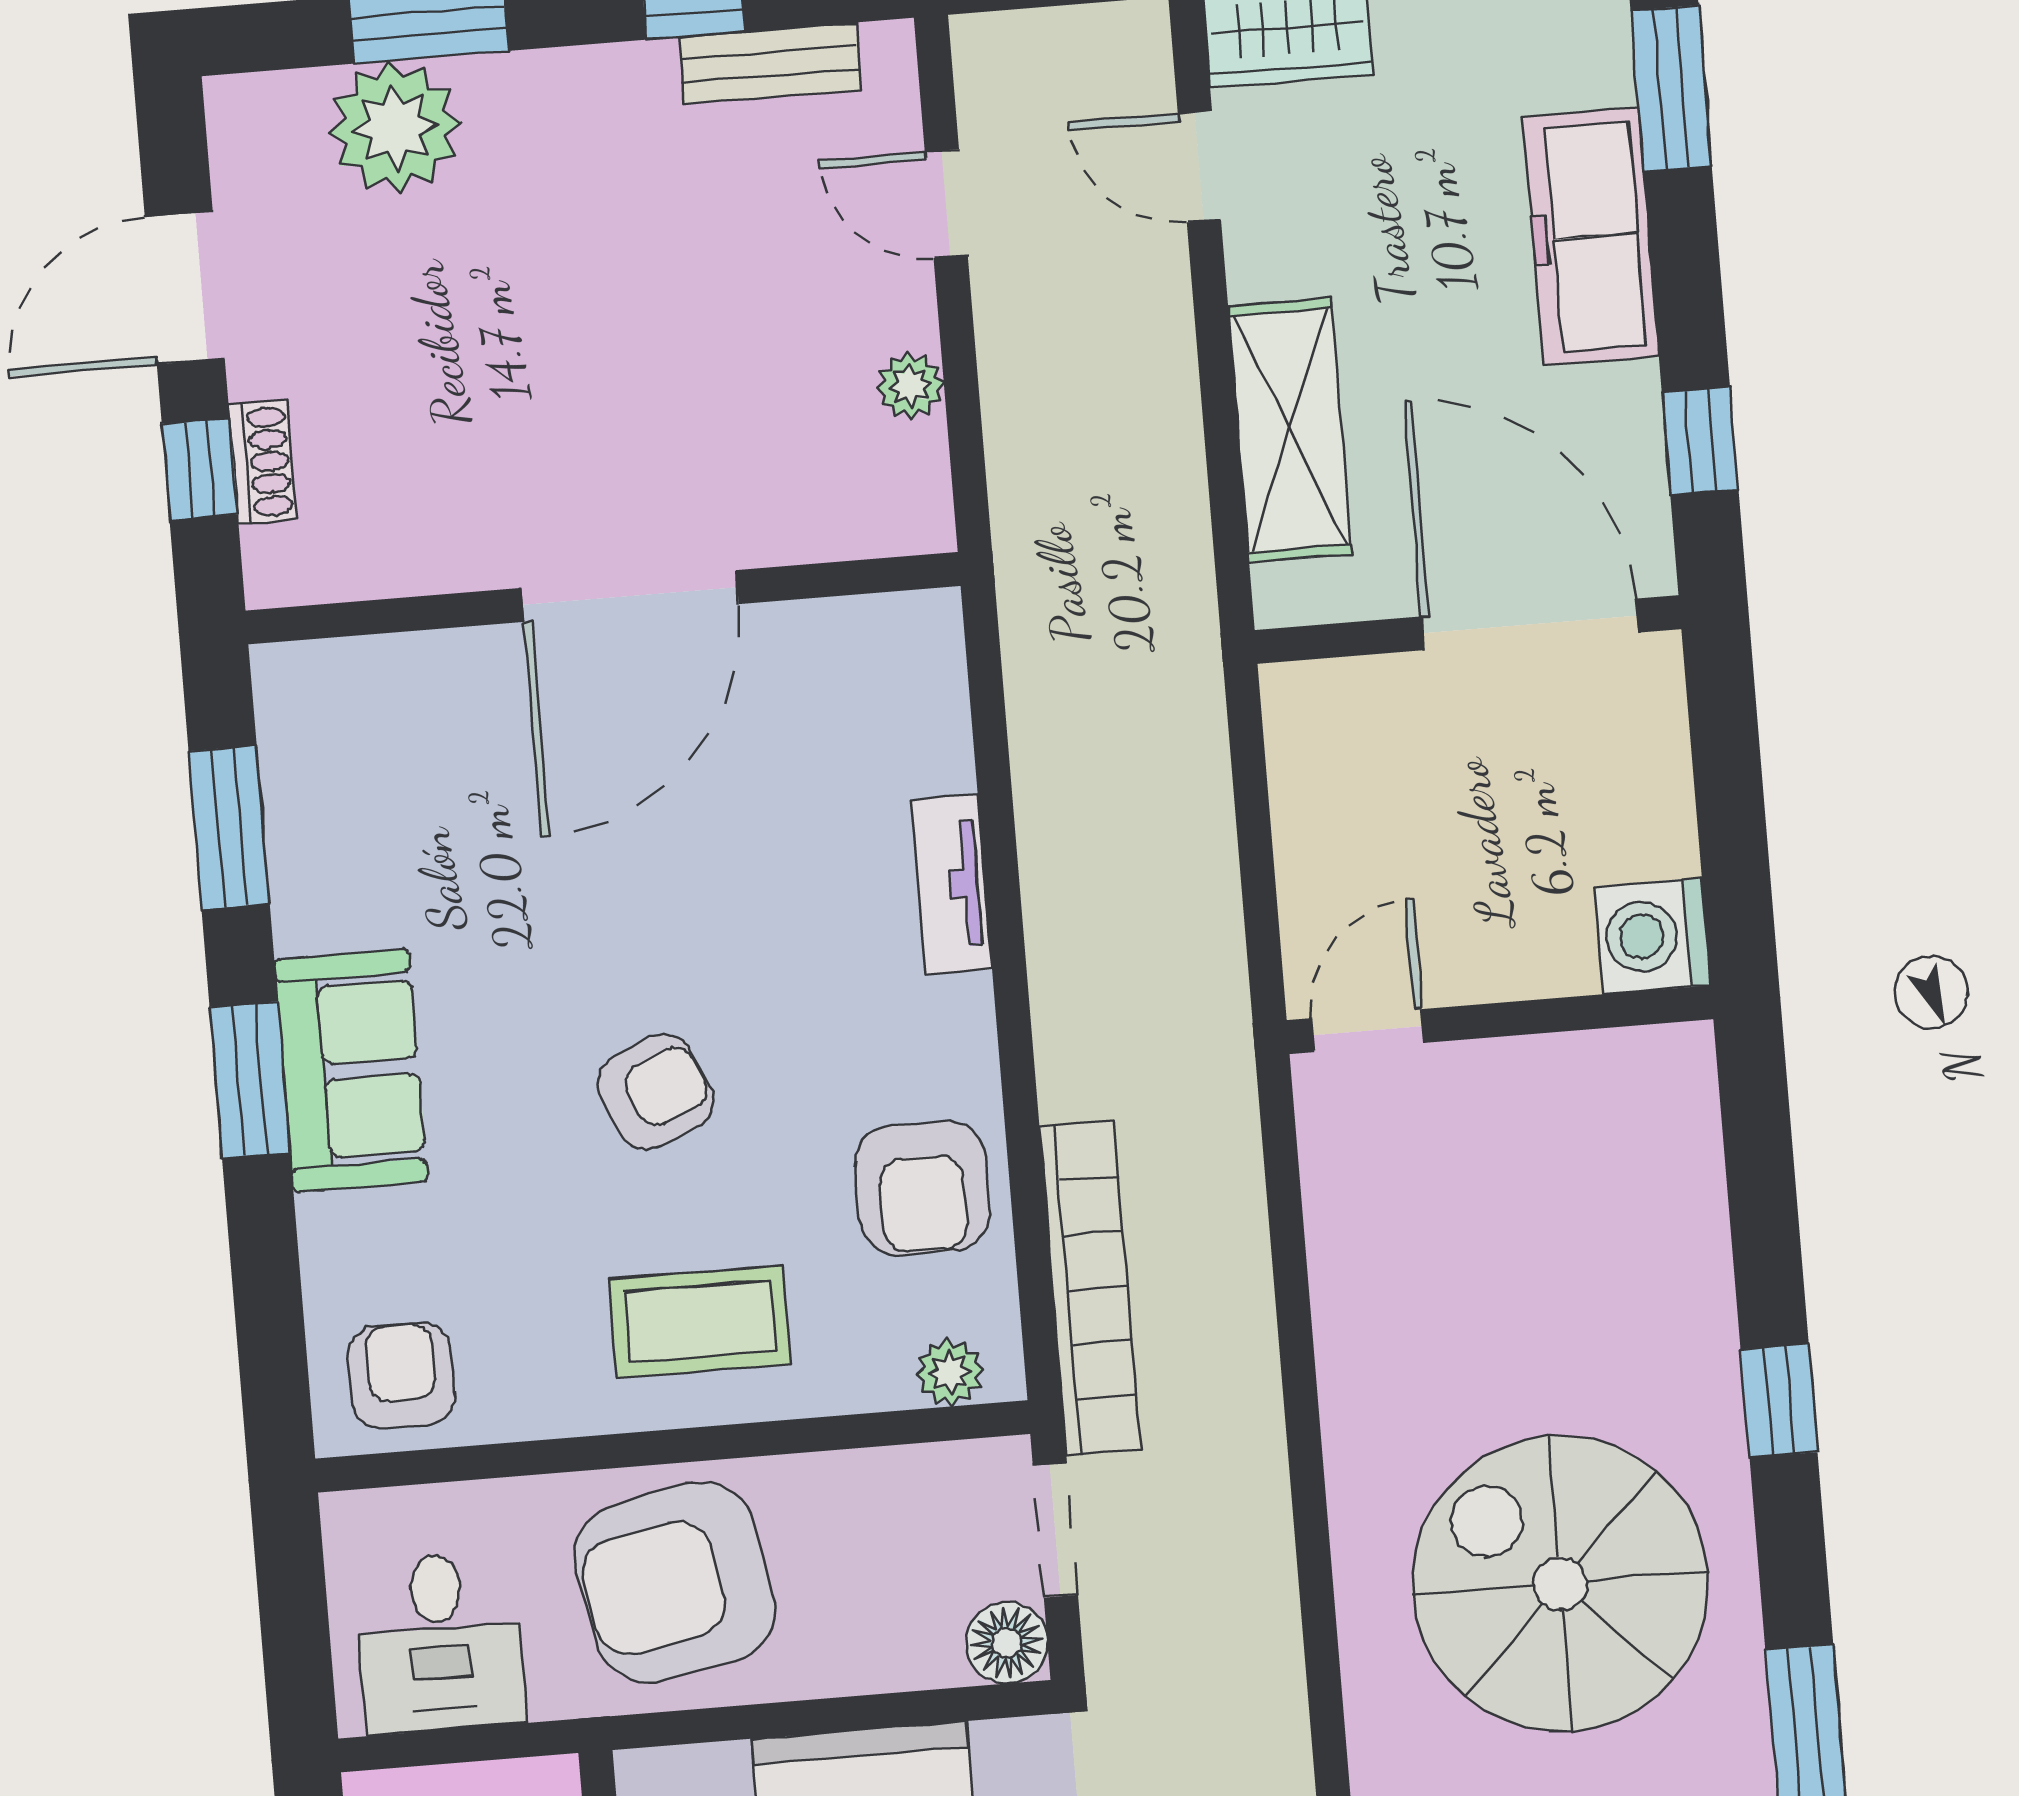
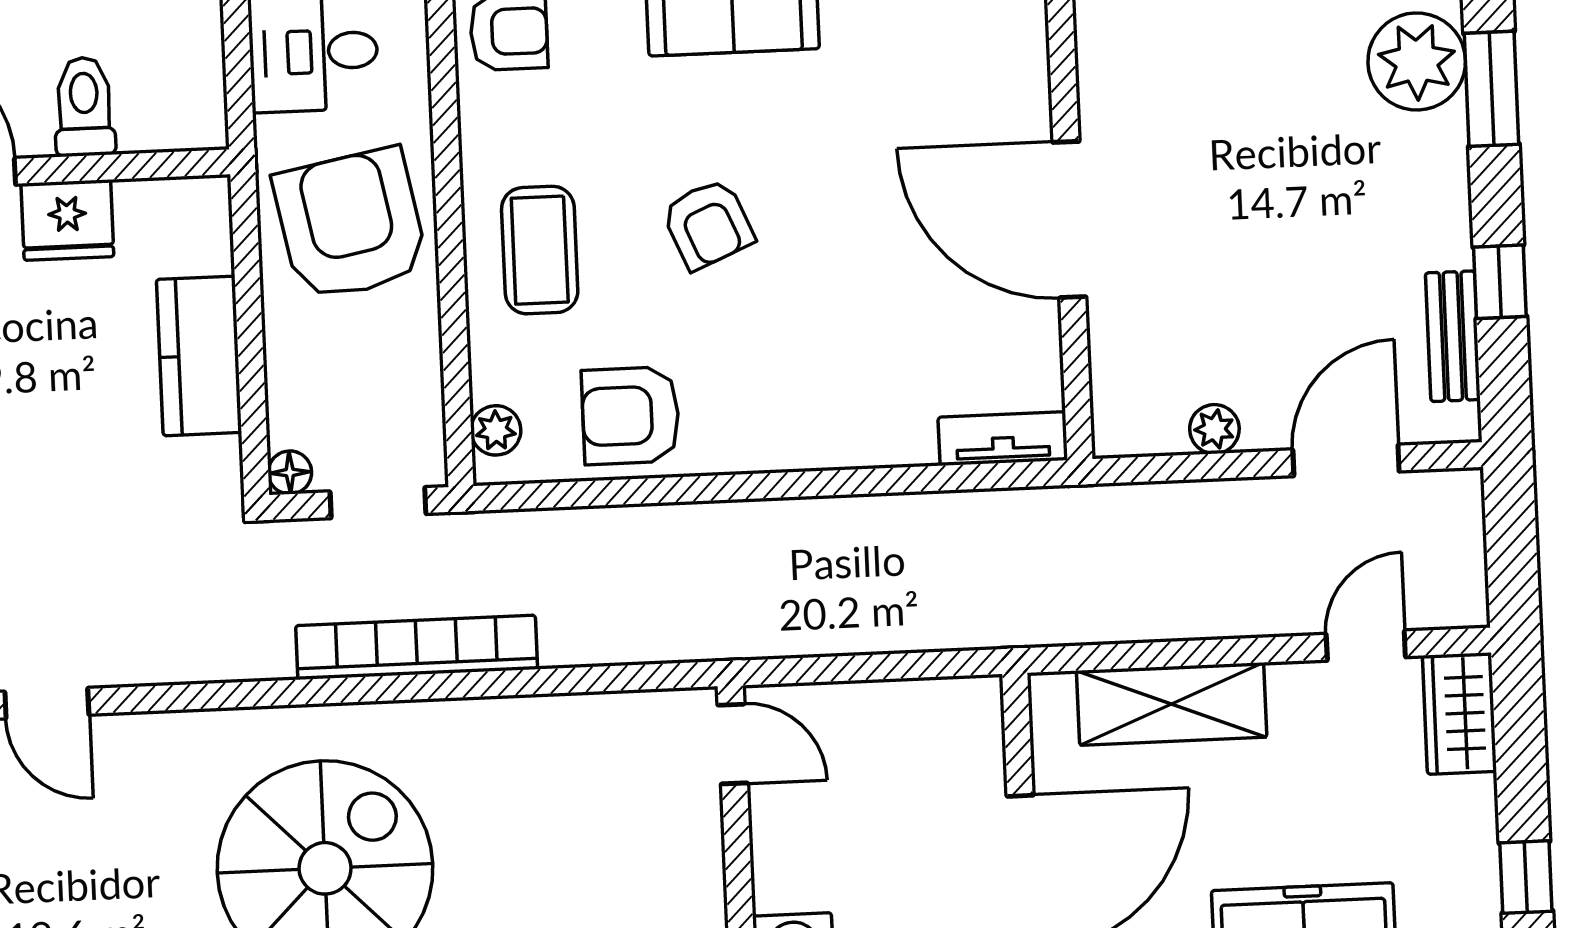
door: (946, 204) -> (1346, 460), width x1.38
tv unit: (952, 884) -> (1003, 439), moved
bookcase: (1090, 1288) -> (417, 647), moved, turned 180
floor lamp: (1007, 1643) -> (290, 472), width x0.73, depth x0.73

